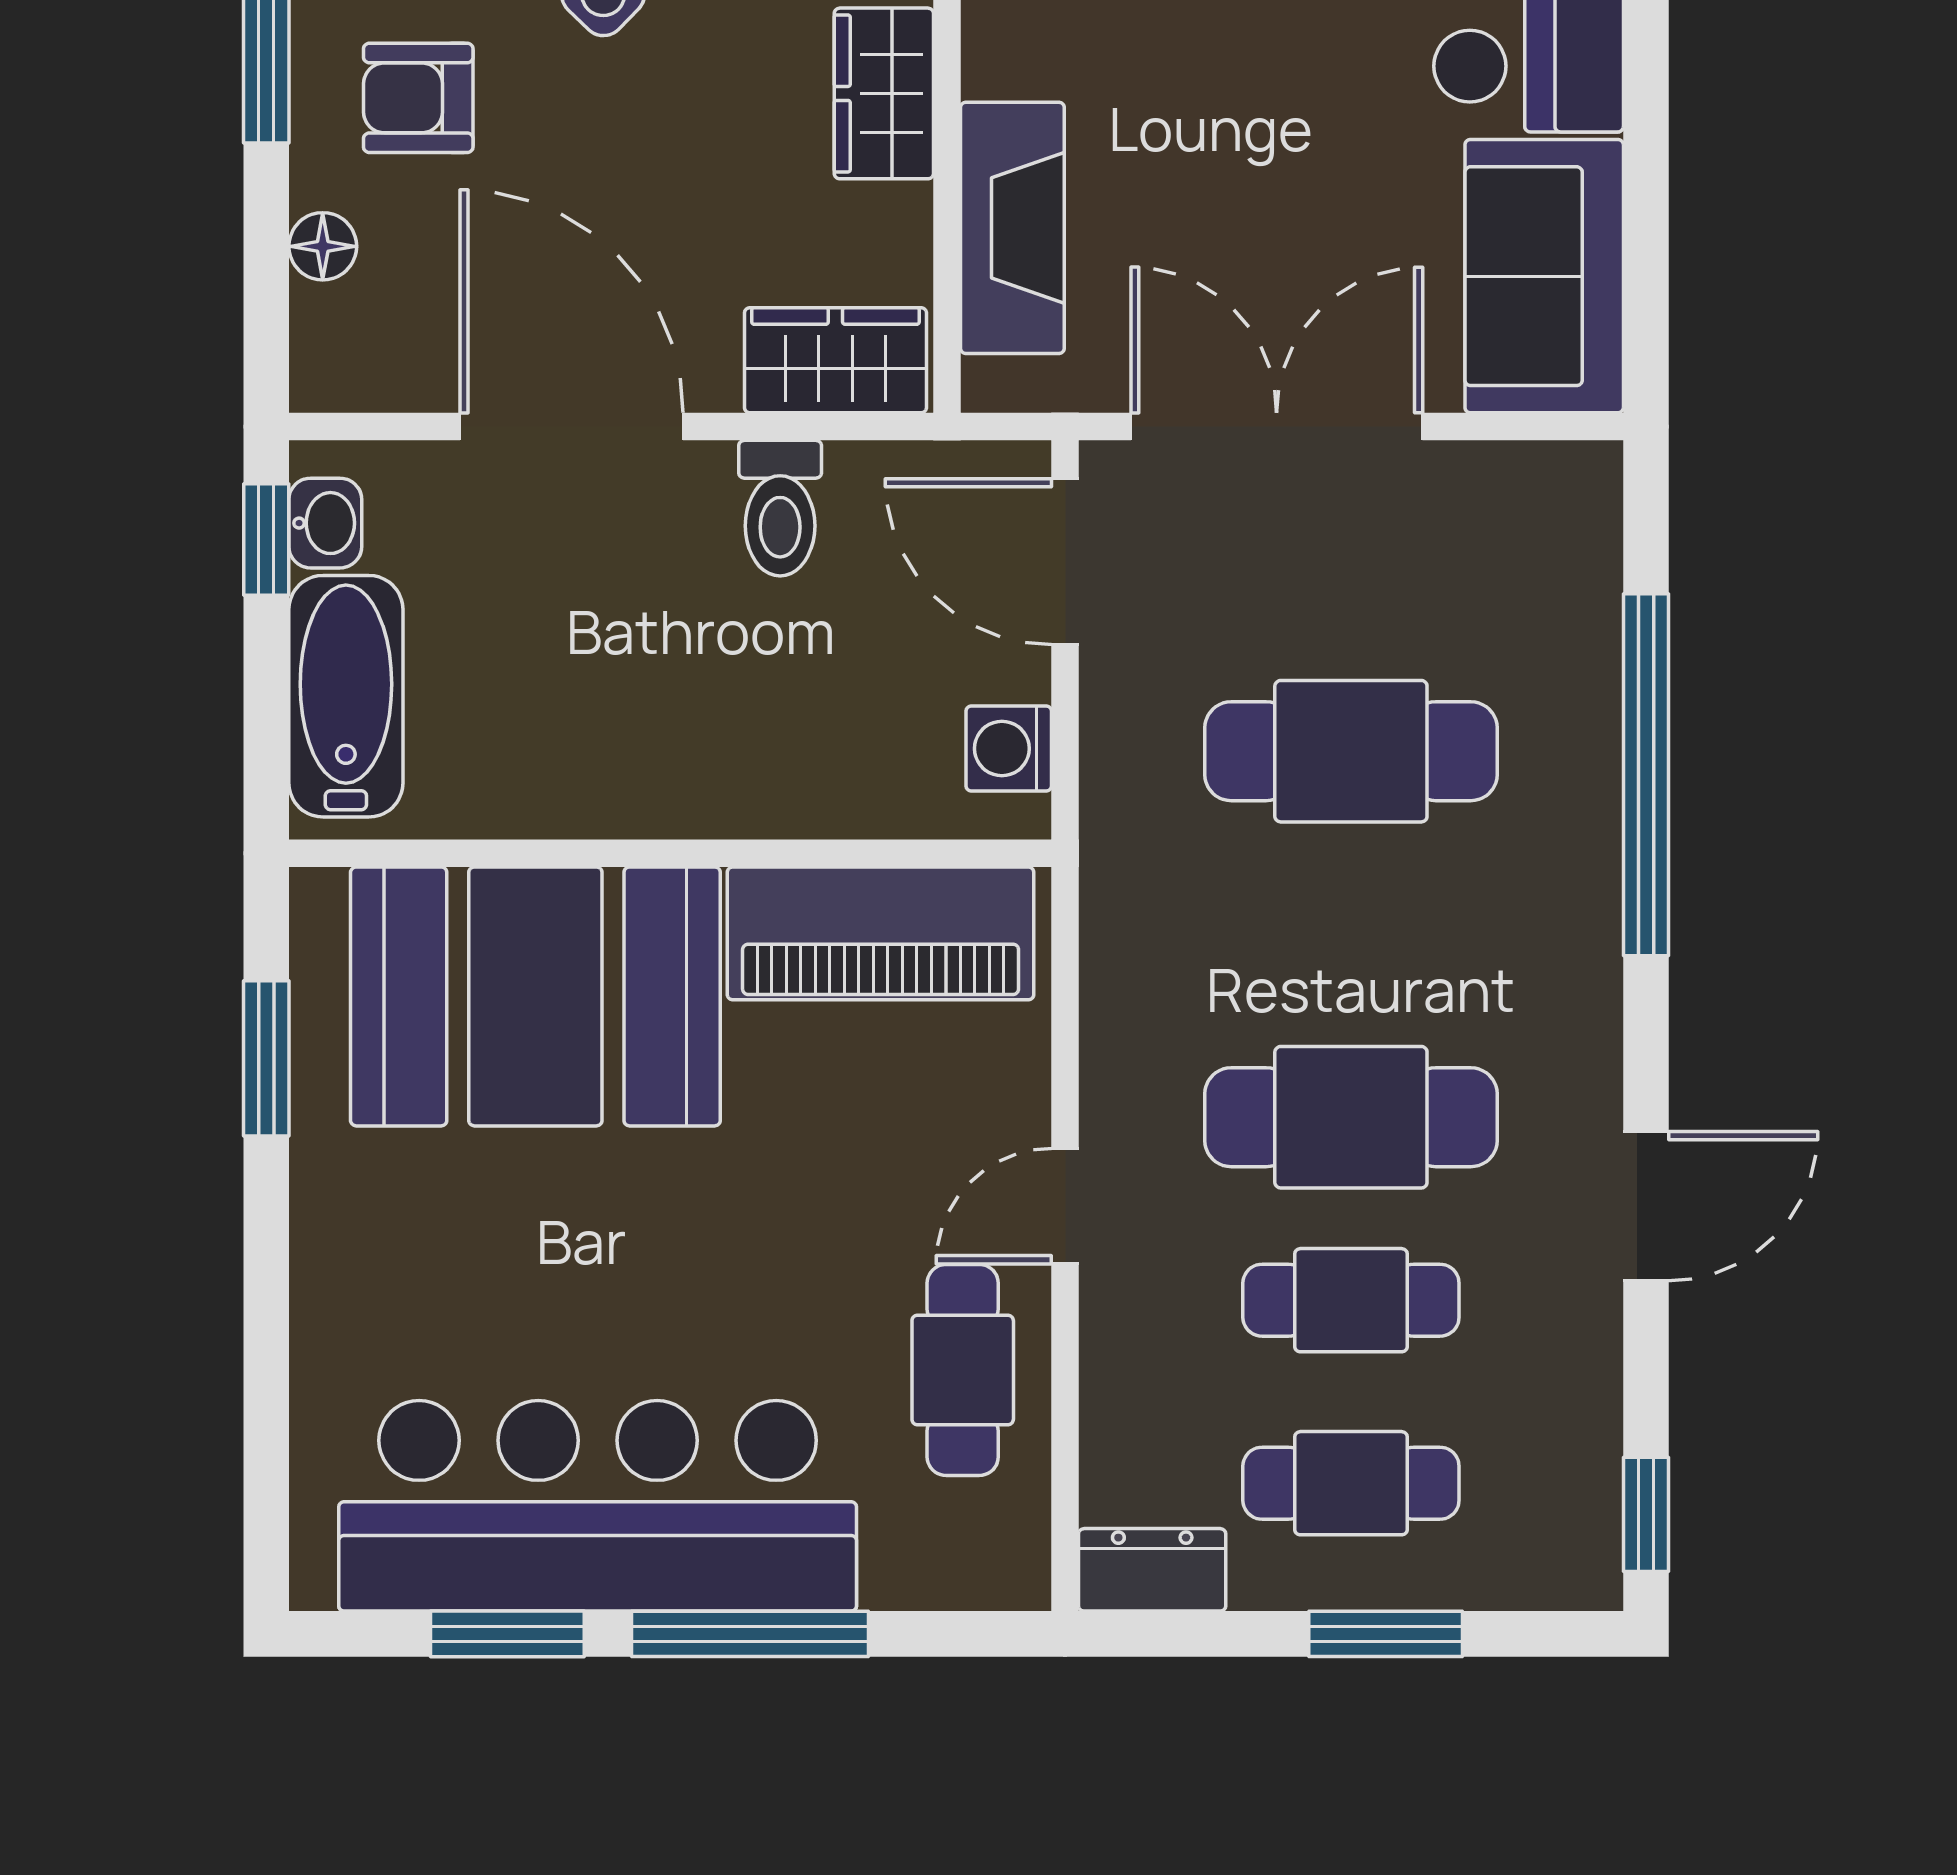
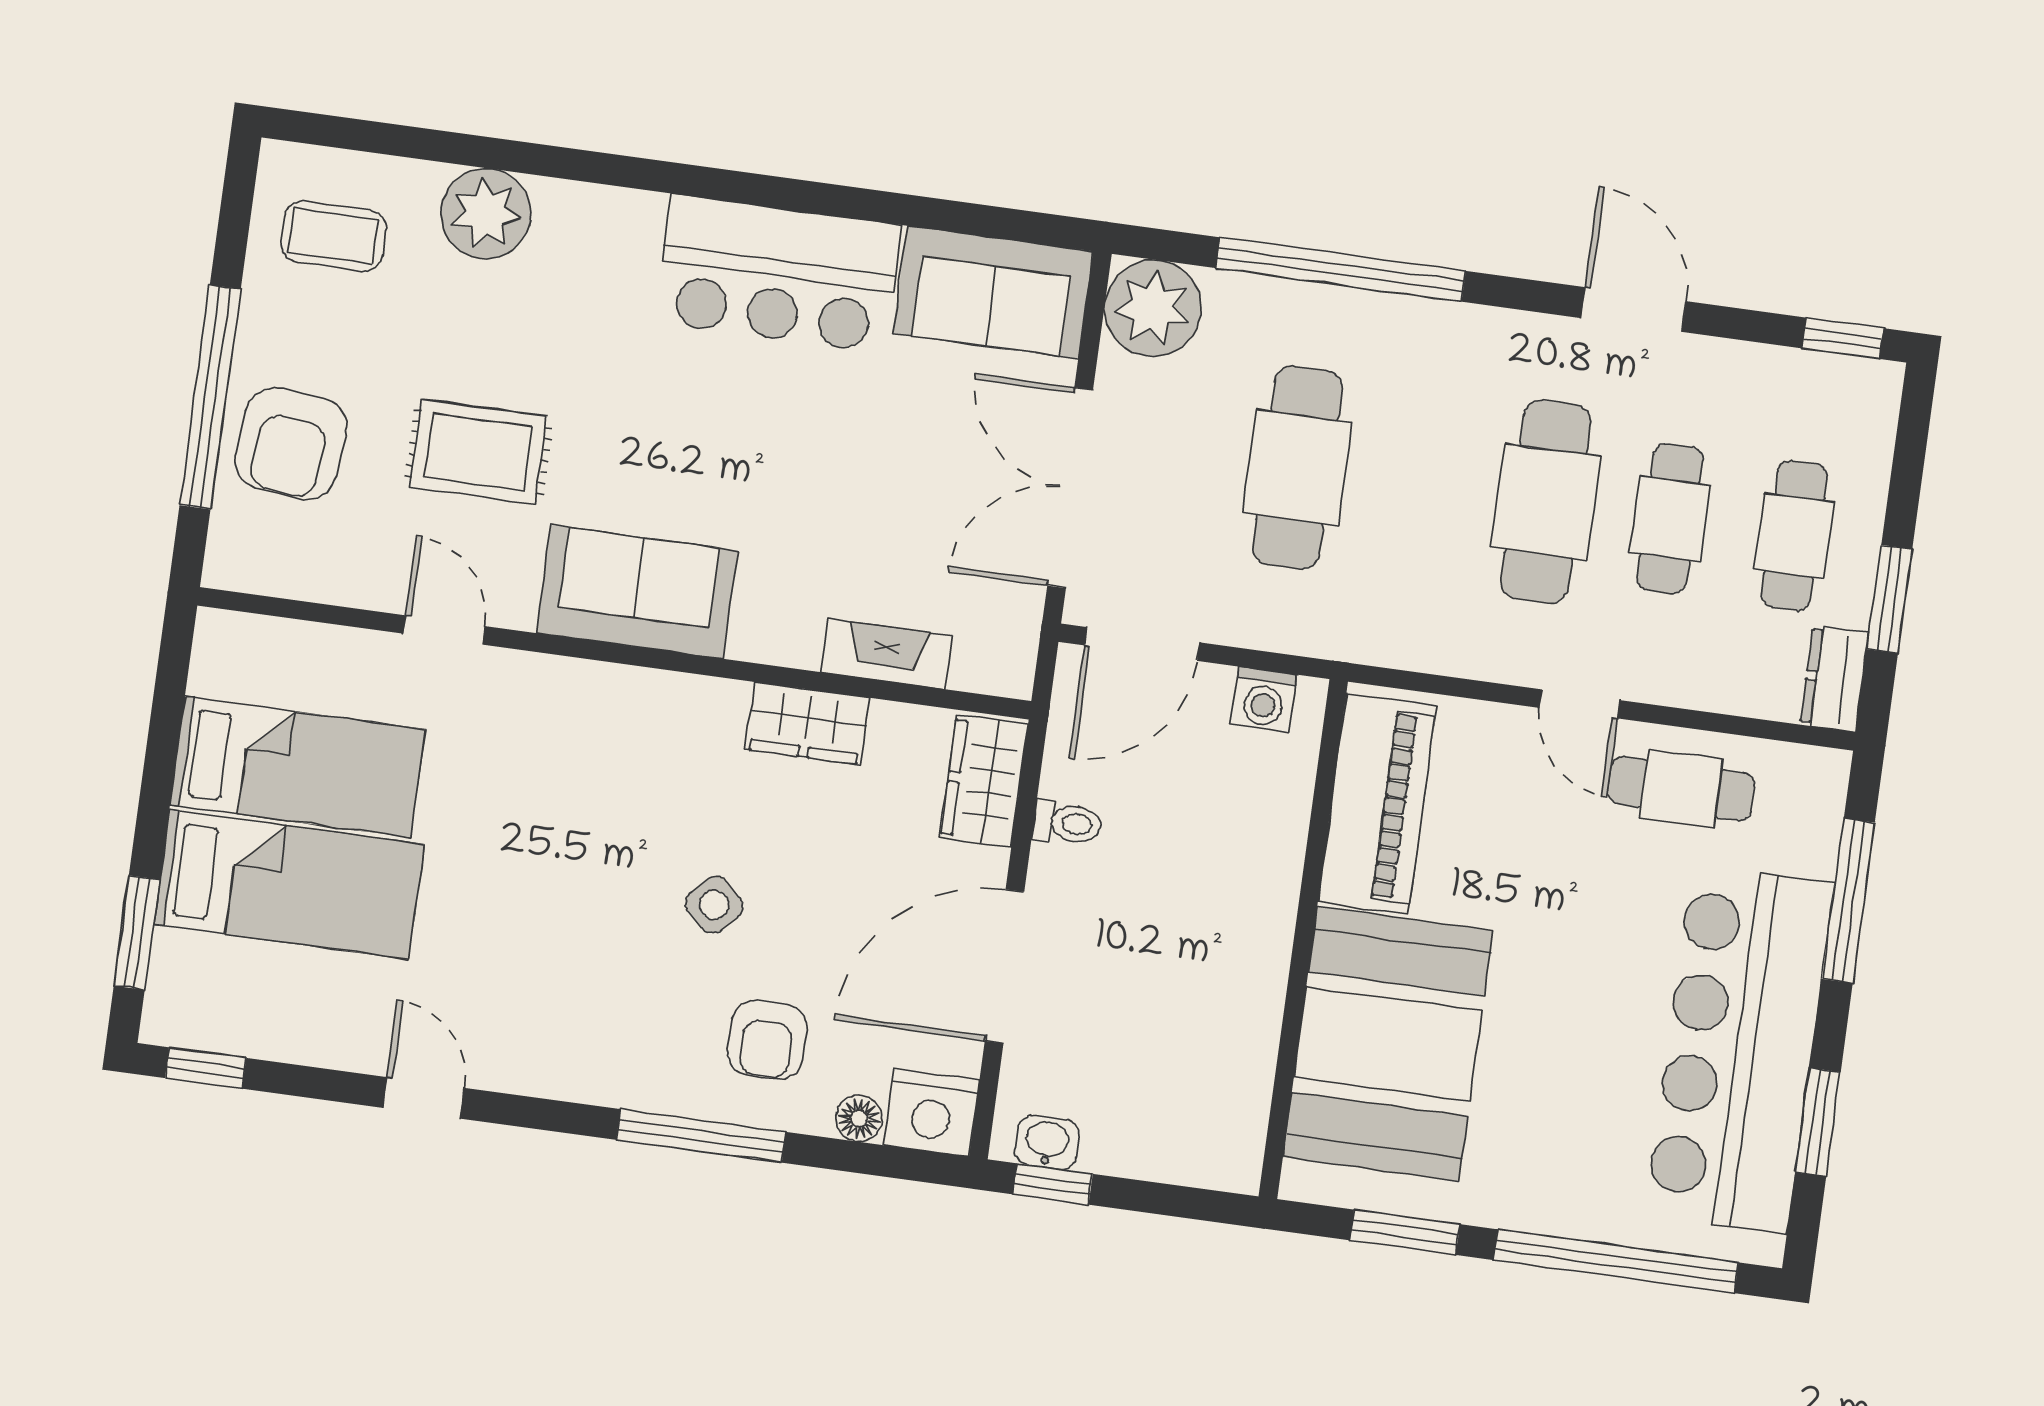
fireplace: (1012, 228) -> (886, 654), width x0.73, depth x0.76
nightstand: (345, 350) -> (932, 1113), added
toilet: (780, 508) -> (1067, 823), width x0.73, depth x0.72
plant: (1553, 511) -> (1153, 308), added
bathtub: (346, 696) -> (1167, 1145), removed
window: (266, 1369) -> (1616, 1261), added
window: (750, 1634) -> (1848, 901), moved
window: (1386, 1634) -> (1890, 599), moved

